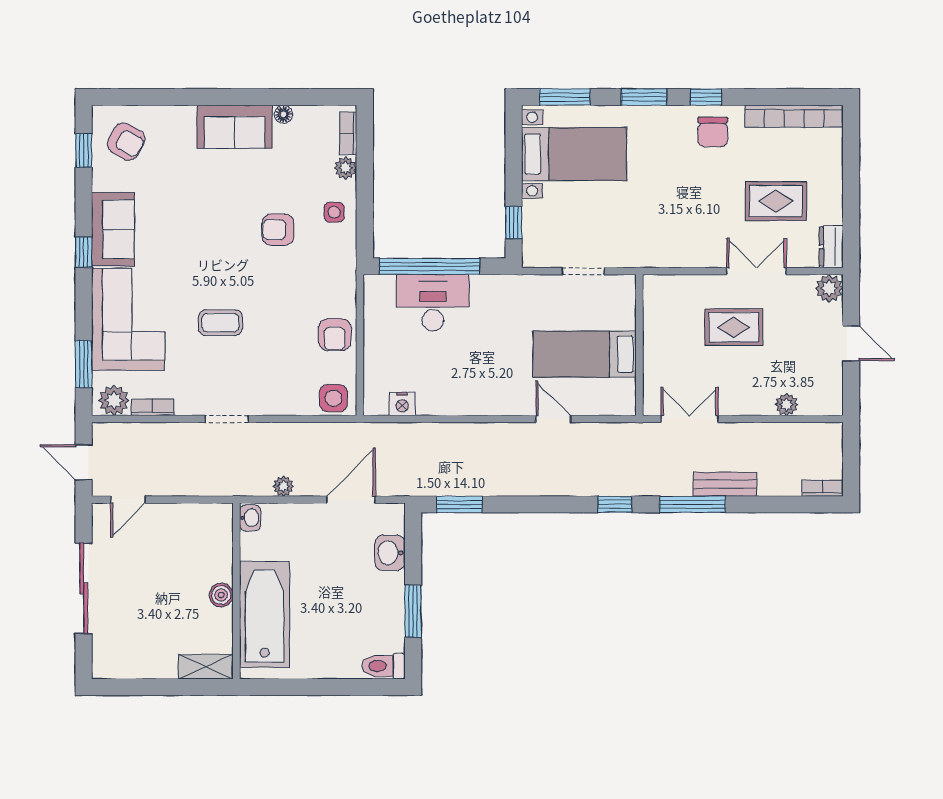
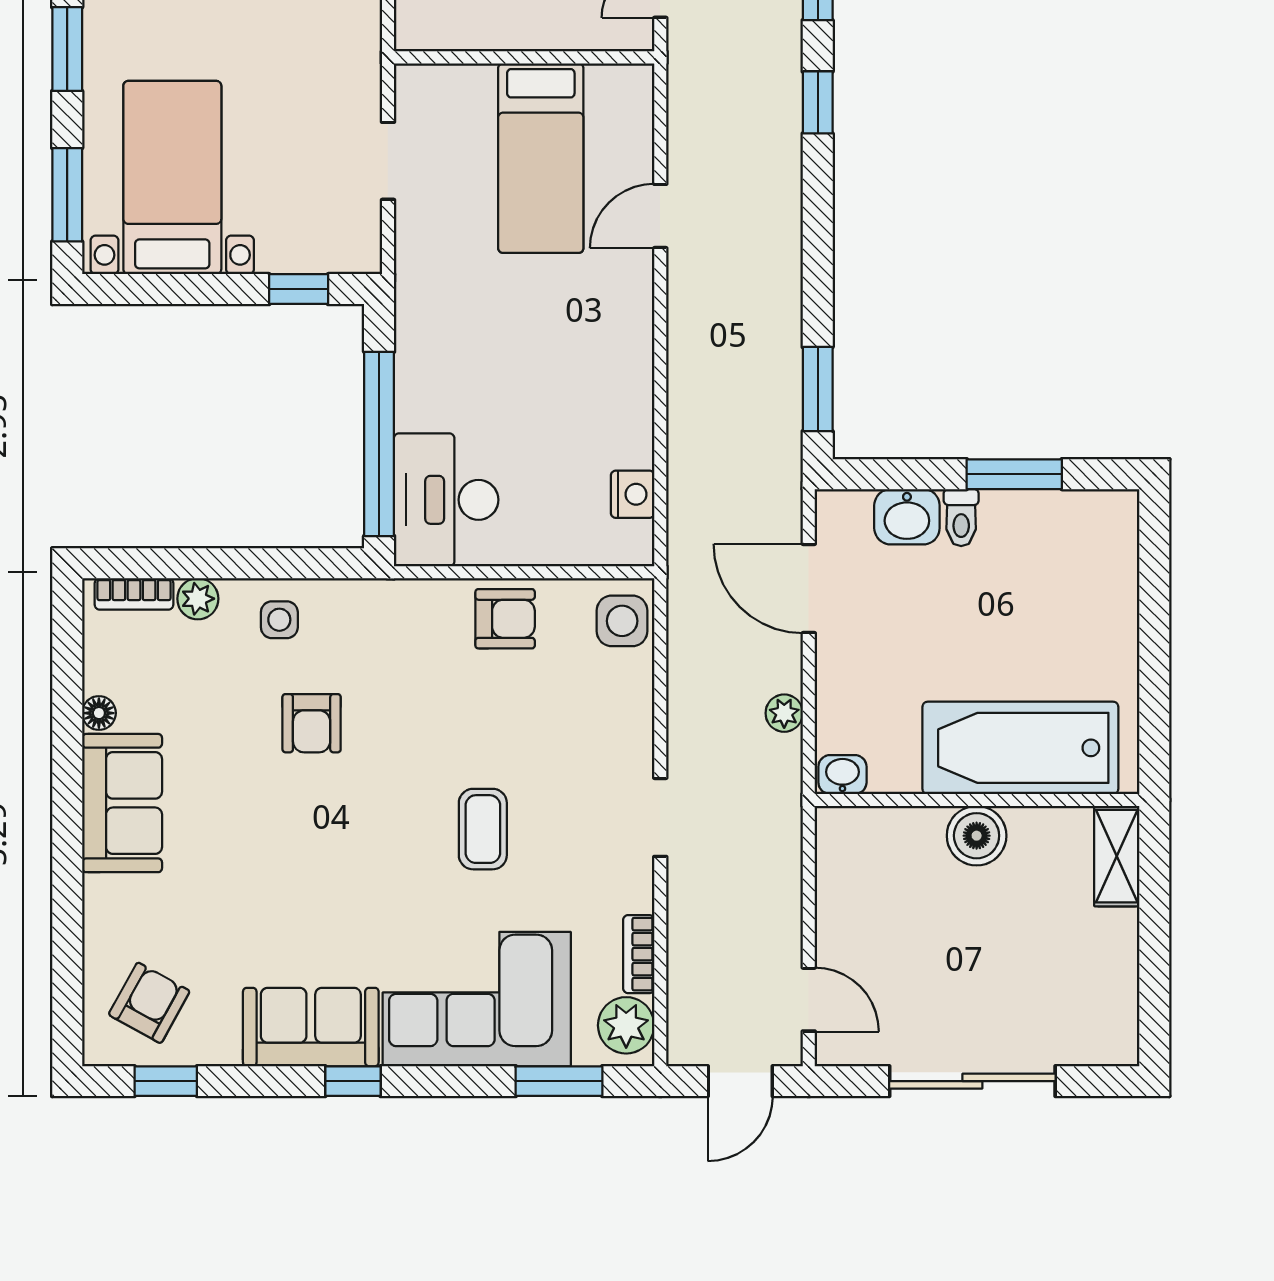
desk: (433, 303) -> (446, 500), moved
boiler: (221, 595) -> (977, 836), width x1.36, depth x1.36
toilet: (384, 666) -> (961, 518), moved, width x0.73, depth x0.72

